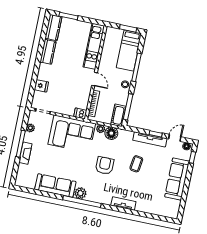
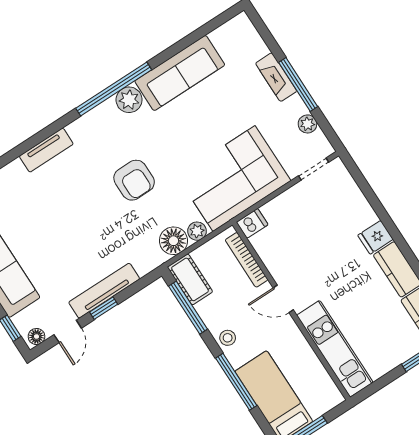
fridge: (41, 86) -> (375, 237), moved
coffee table: (136, 164) -> (87, 232), removed

